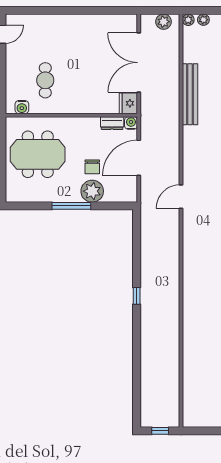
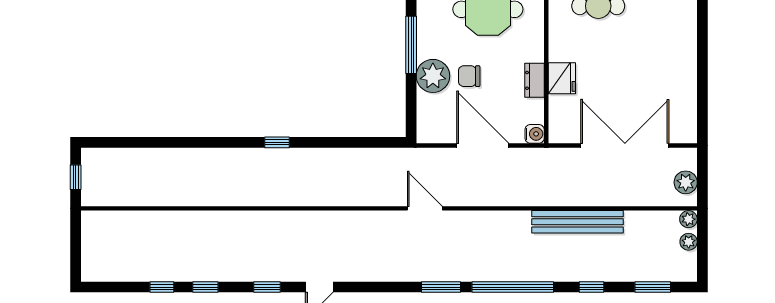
fridge: (128, 103) -> (562, 78), moved, turned 90
dresser: (112, 123) -> (535, 80), moved

